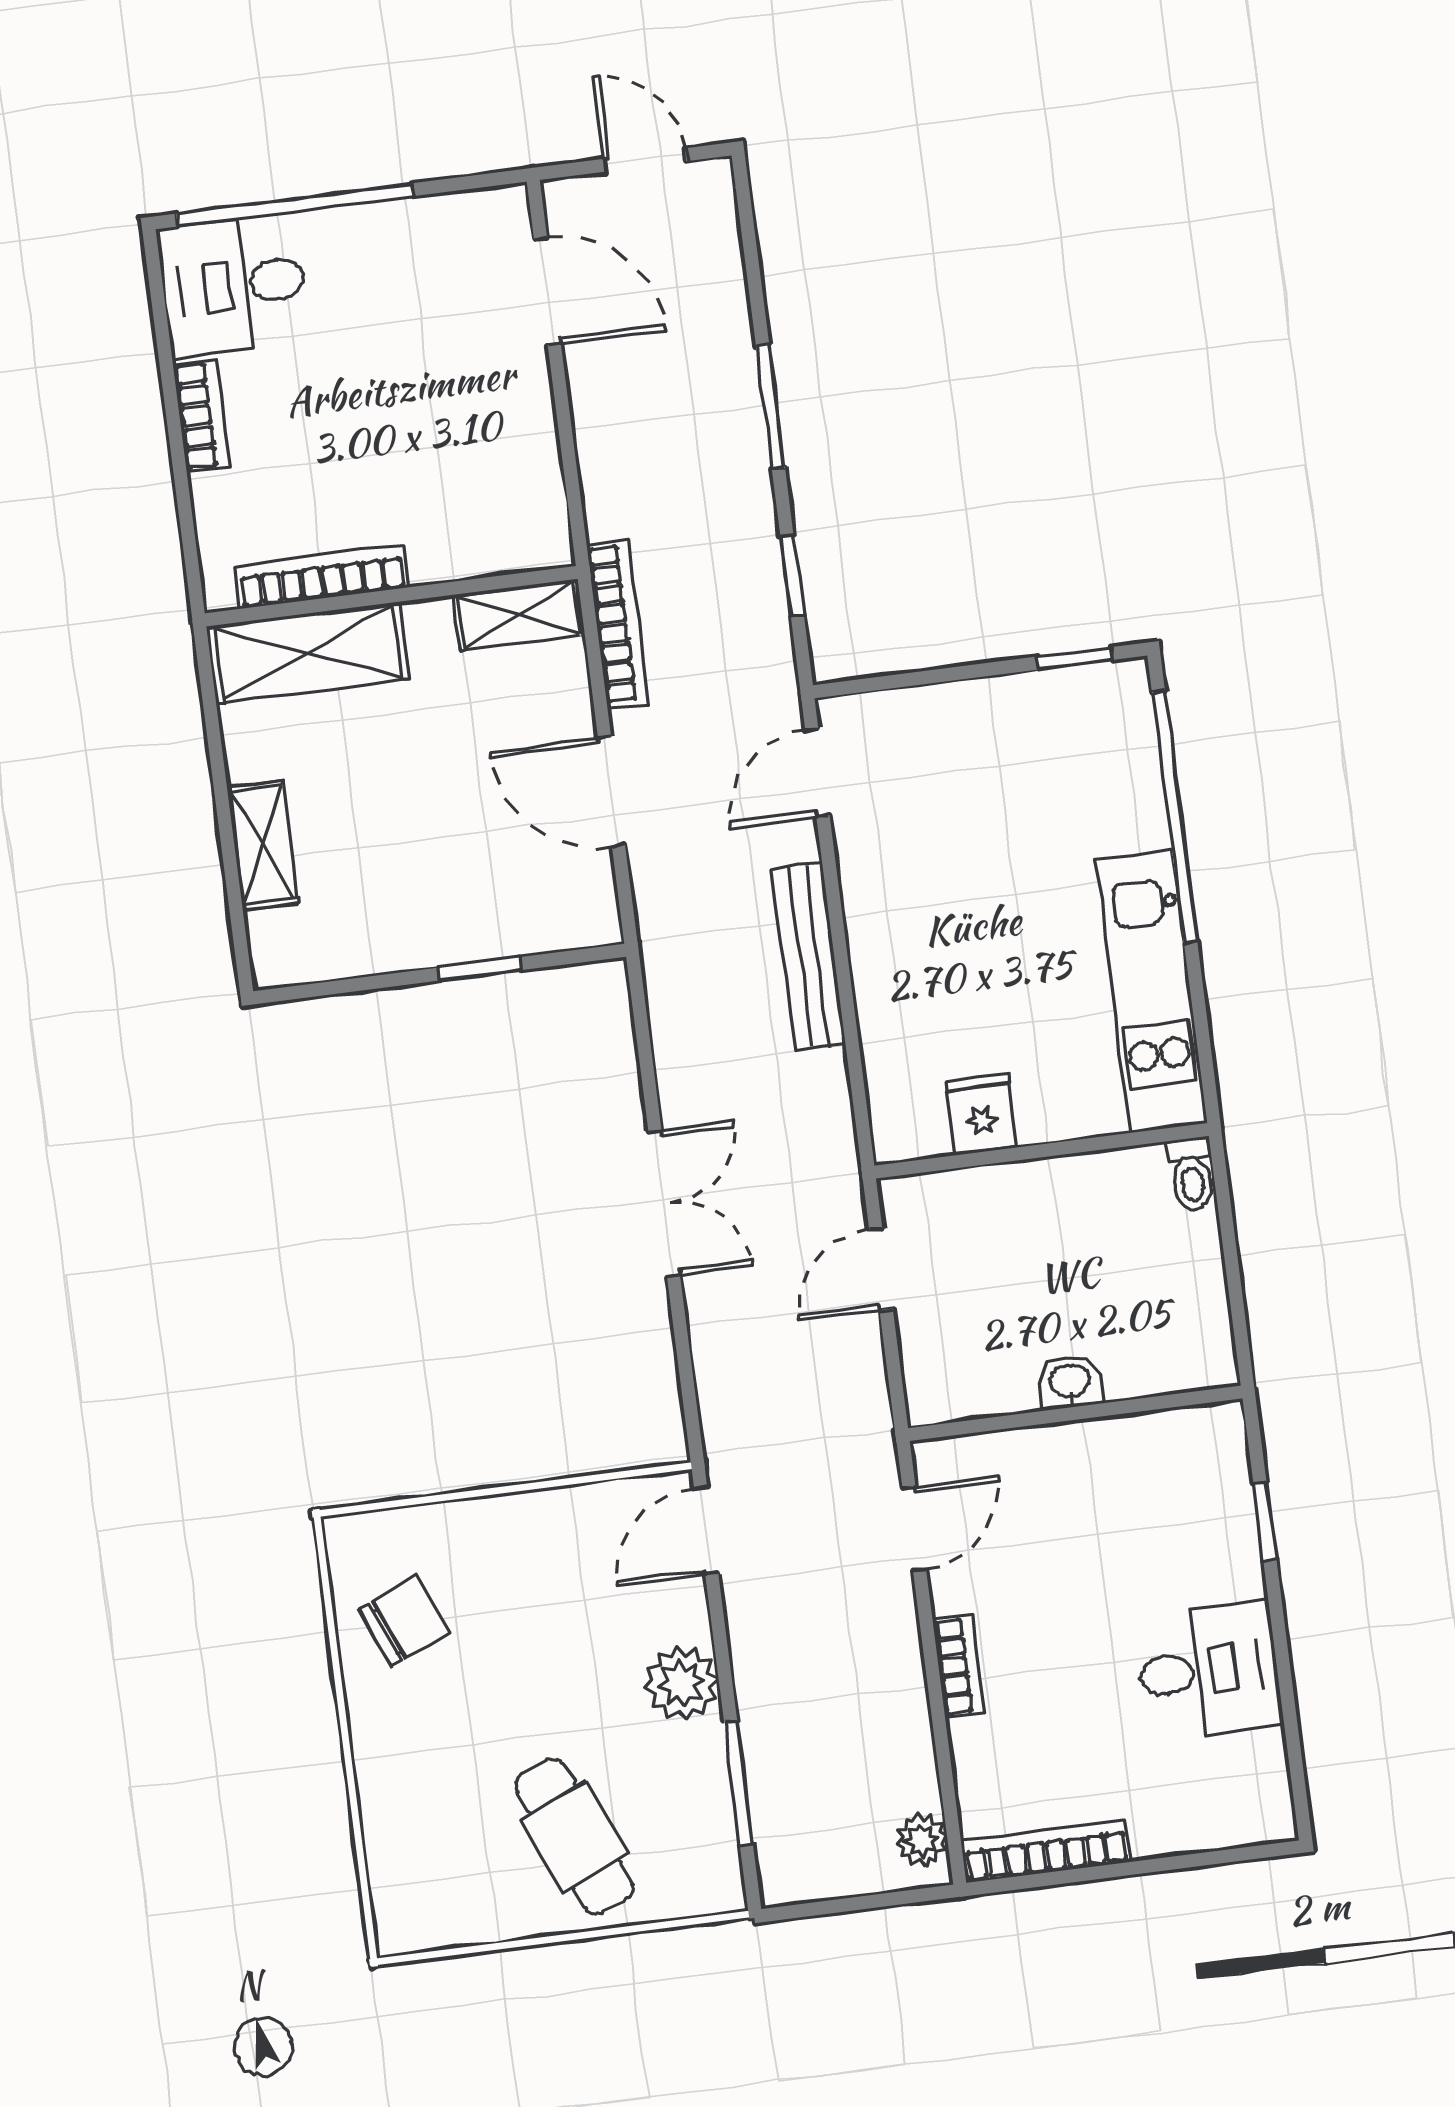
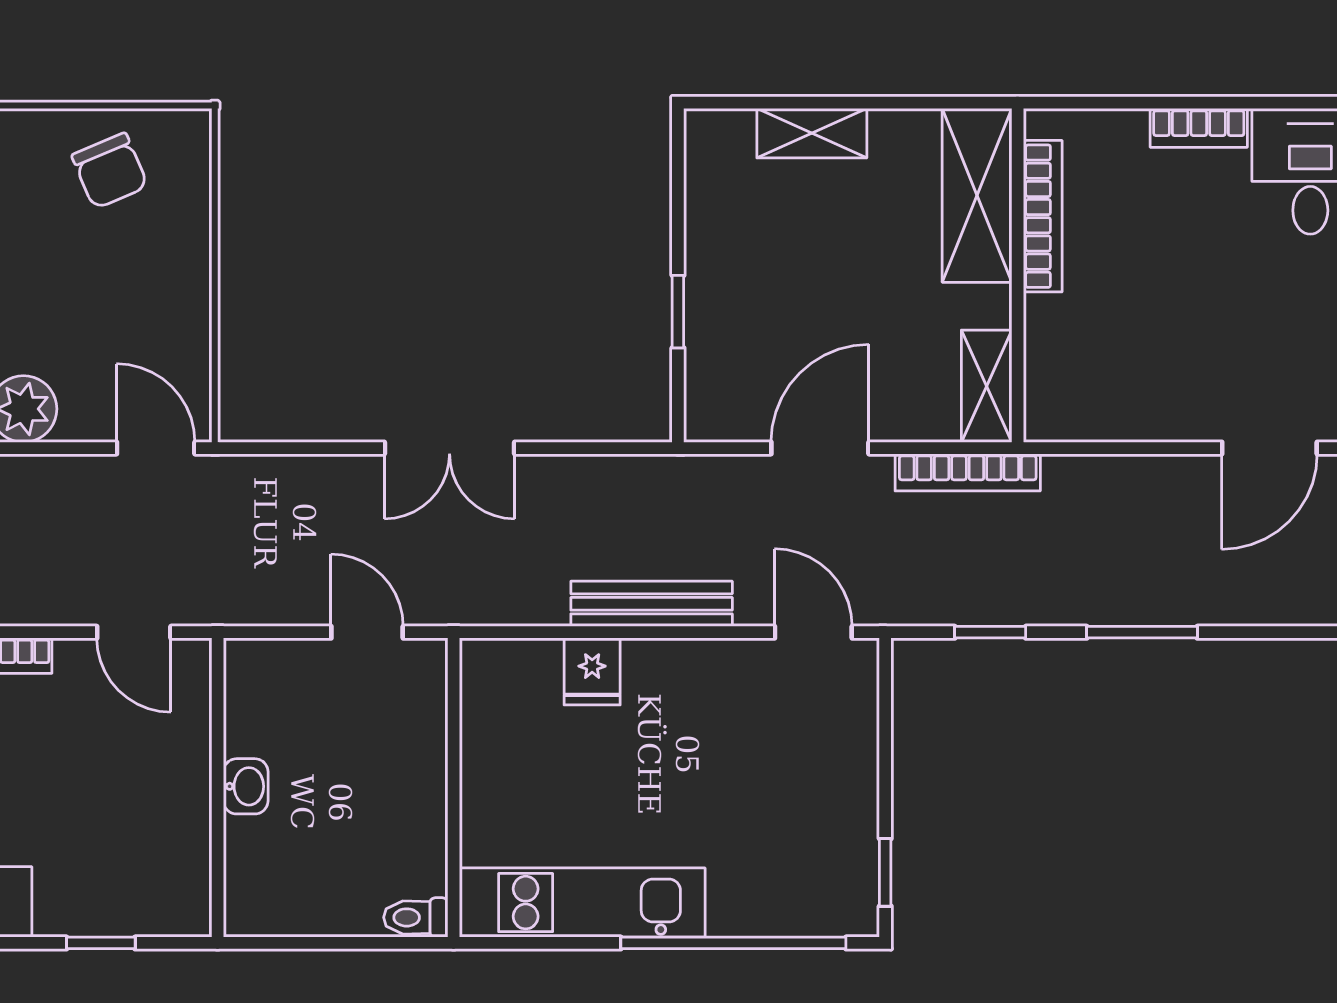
fridge: (981, 1114) -> (592, 671), moved, turned 90

